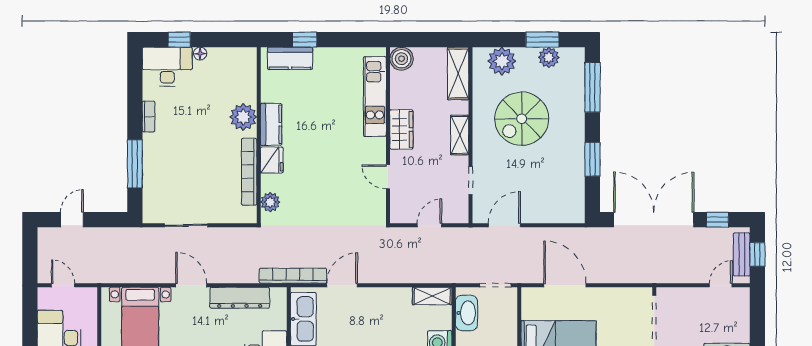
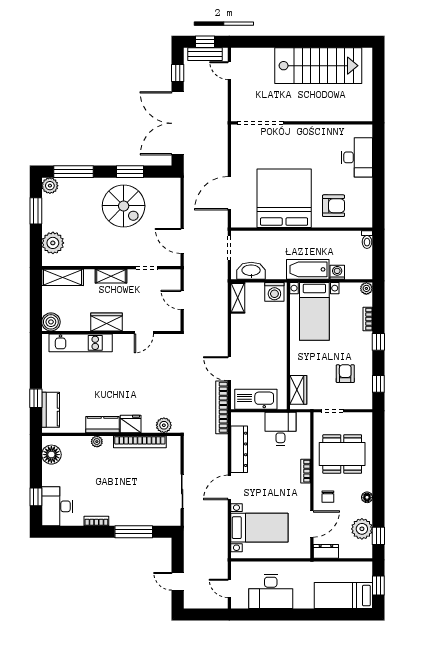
floor lamp: (200, 54) -> (51, 455), moved, width x1.89, depth x1.89
plant: (549, 57) -> (50, 186), moved
plant: (243, 117) -> (97, 442), width x0.53, depth x0.53
spiral stairs: (522, 119) -> (124, 206), moved
door: (63, 285) -> (229, 588), hinge flipped

